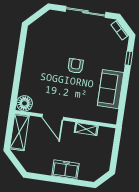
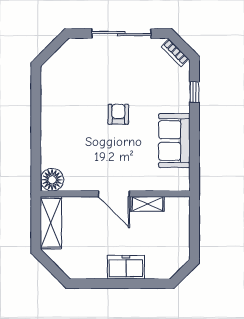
door: (53, 117) -> (114, 194), moved

